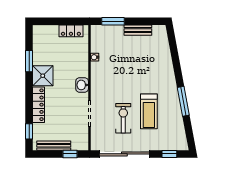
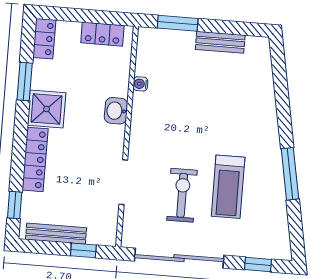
locker: (38, 36) -> (44, 39), added
washbasin: (82, 85) -> (116, 111), moved

